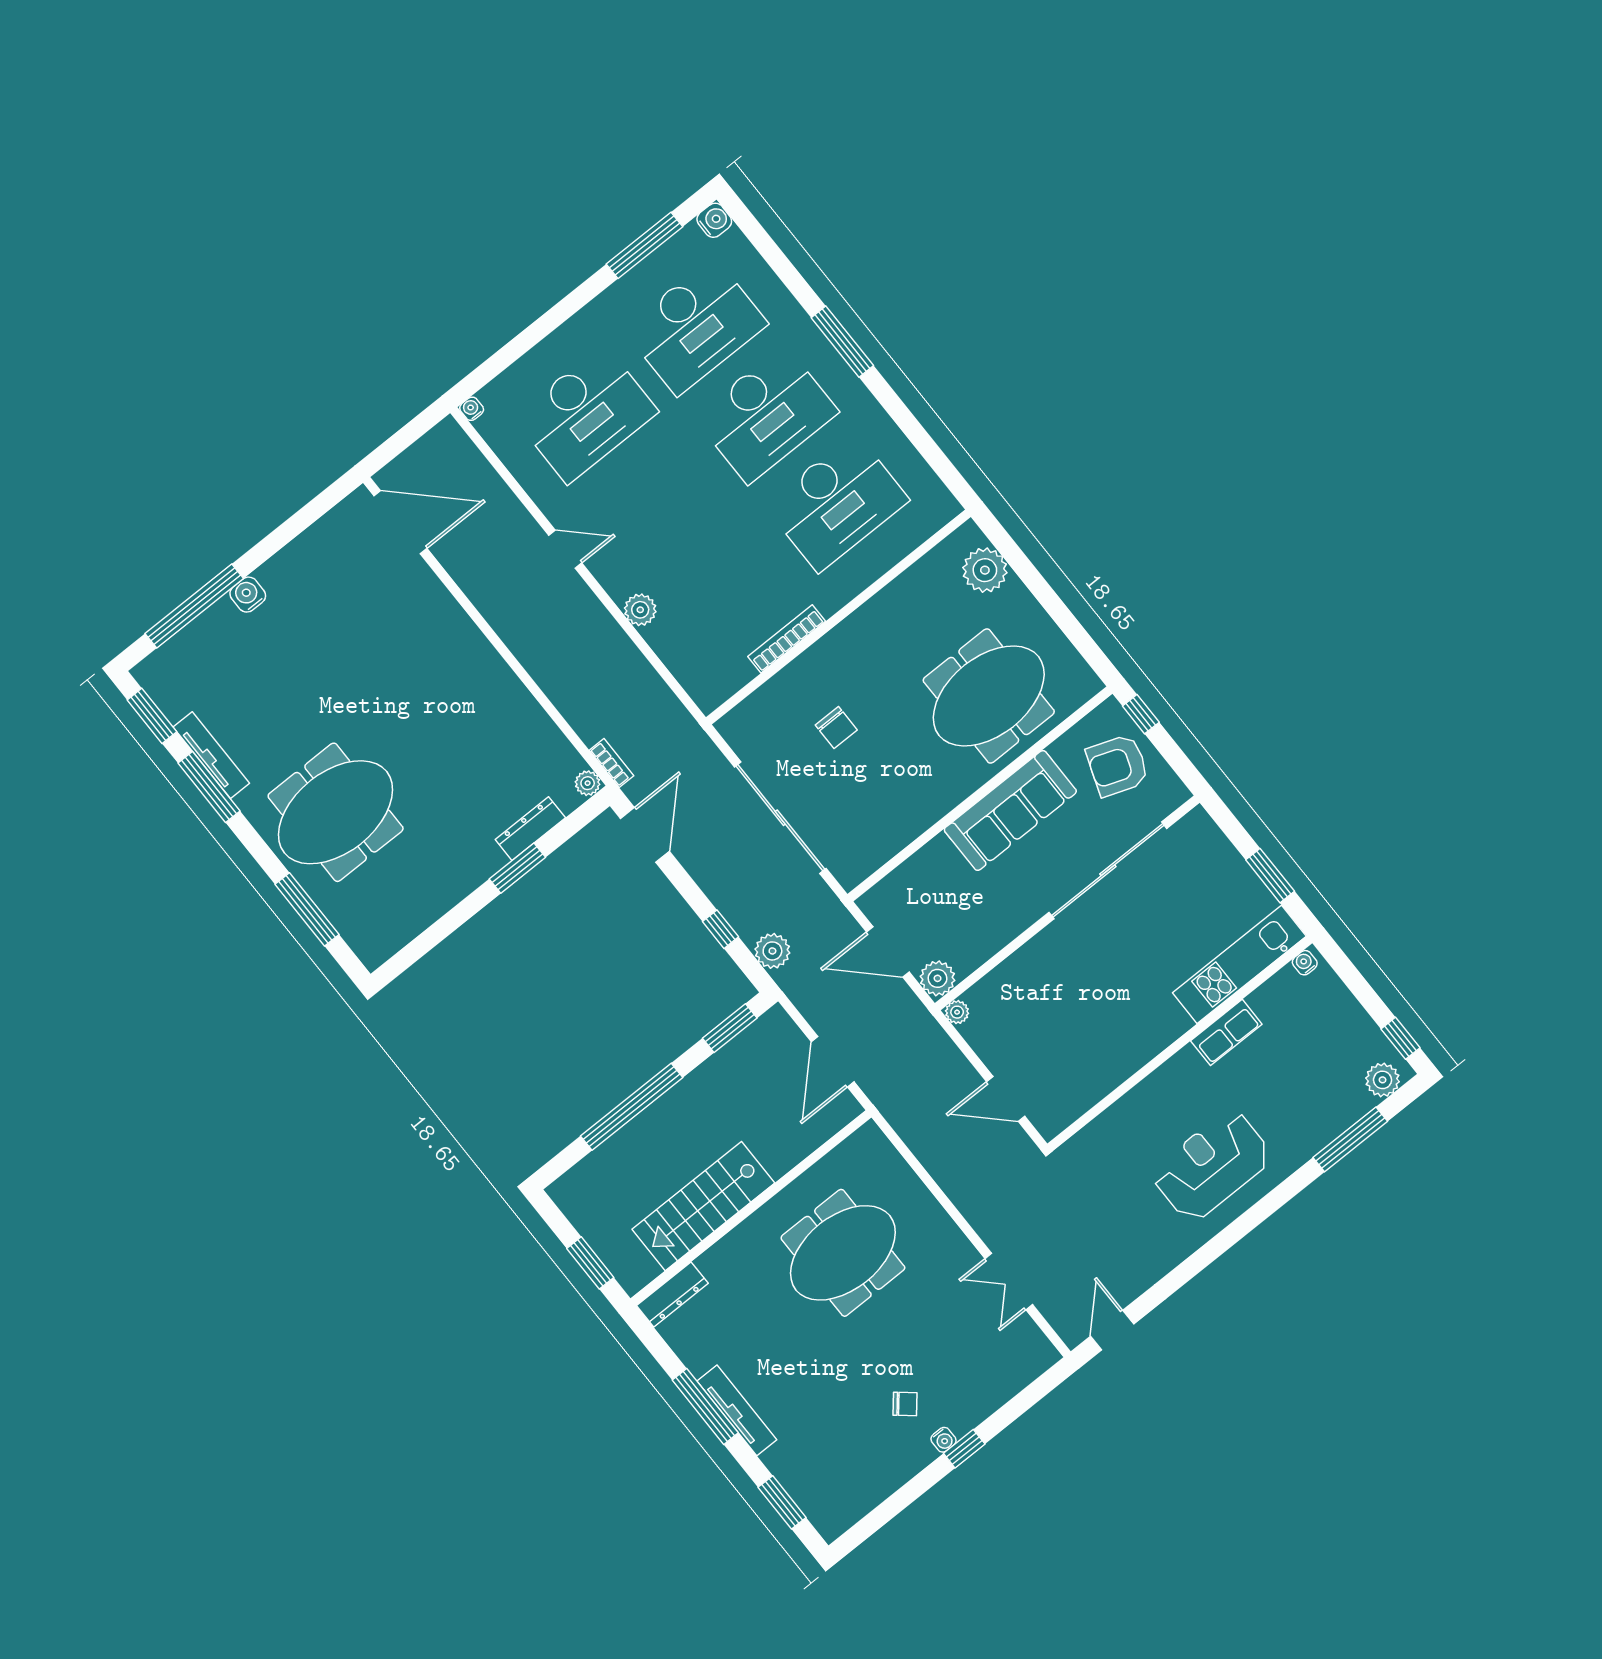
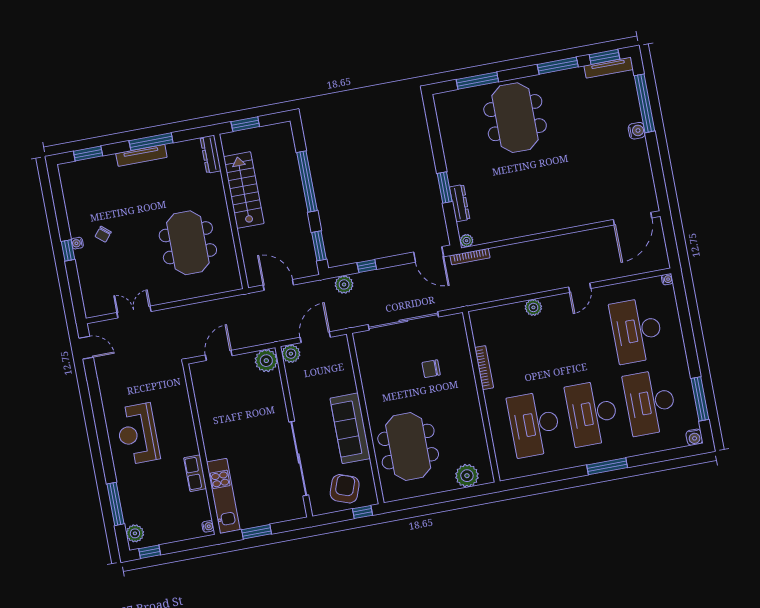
tv unit: (211, 755) -> (609, 68), moved
bookcase: (612, 763) -> (470, 257), width x1.56
plant: (957, 1012) -> (266, 361), width x1.88, depth x1.88
reception desk: (1212, 1165) -> (138, 434), turned 180

